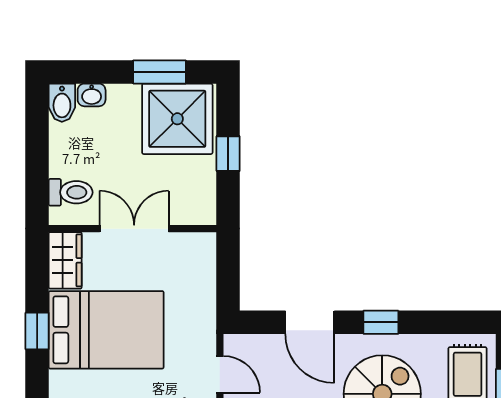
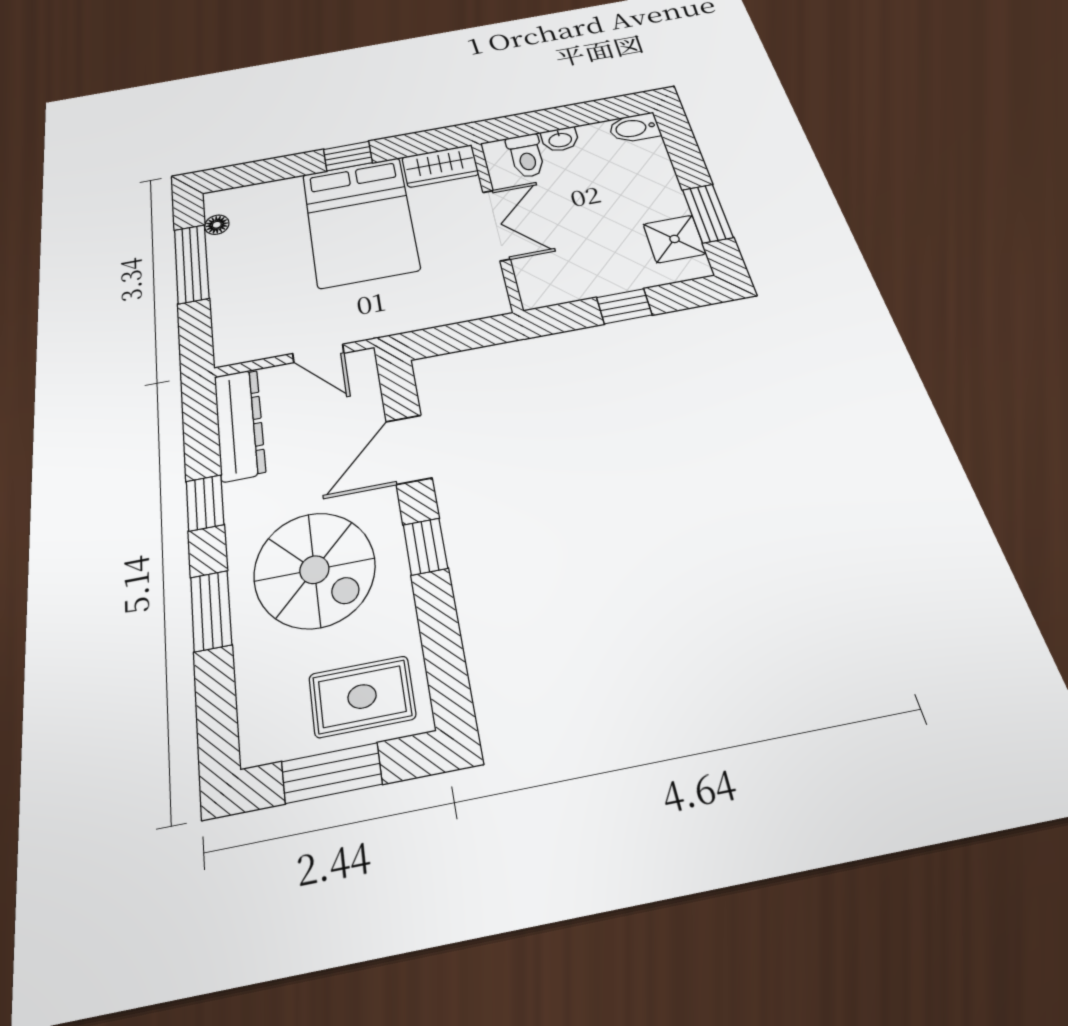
washbasin: (92, 95) -> (560, 139), moved, turned -90
shower: (177, 119) -> (674, 239), width x0.54, depth x0.54
door: (220, 374) -> (318, 353), hinge flipped

